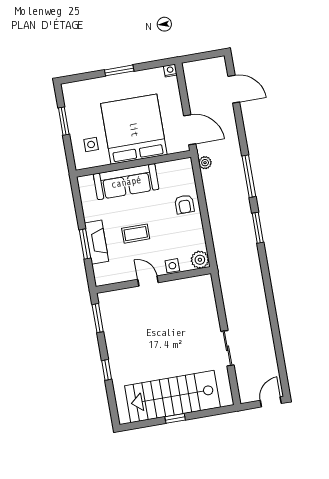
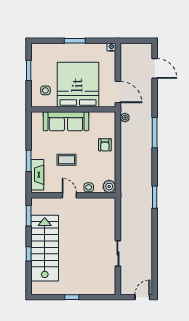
window: (258, 228) -> (155, 197), moved
fireplace: (97, 242) -> (37, 175), moved
stairs: (172, 397) -> (45, 248), moved, turned 90

